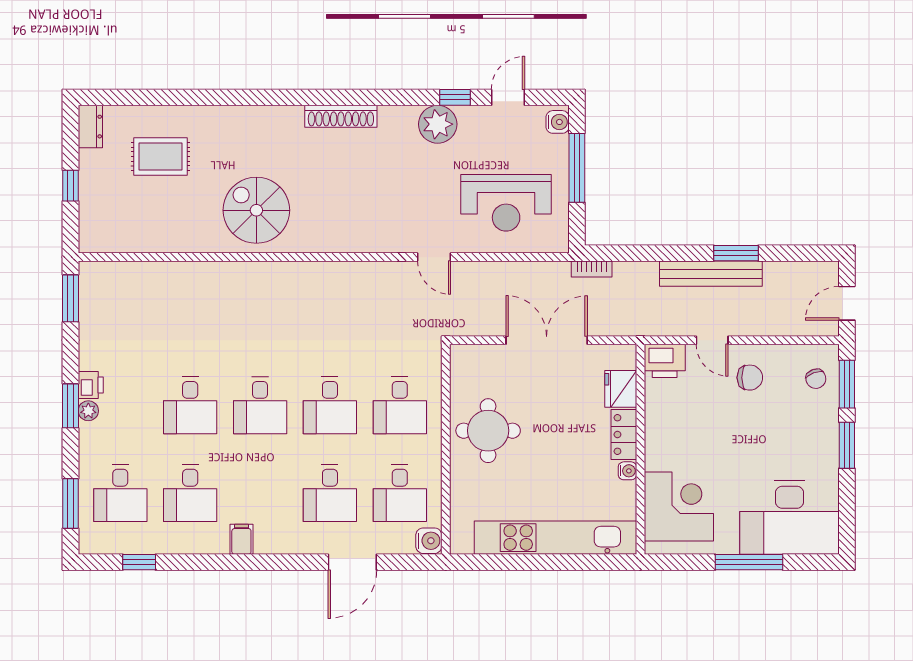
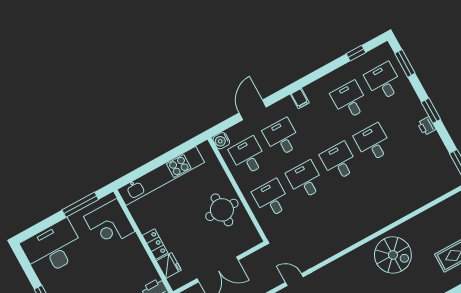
plant: (88, 411) -> (421, 113), removed
water cooler: (627, 471) -> (144, 228), removed
filing cabinet: (241, 539) -> (300, 98), moved
window: (749, 562) -> (80, 205), moved

